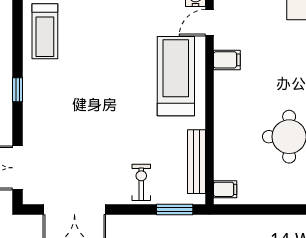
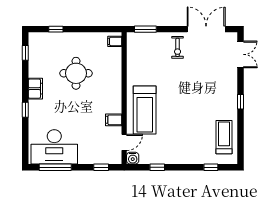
bench: (196, 162) -> (132, 58), removed
exercise bike: (141, 182) -> (178, 47), moved

